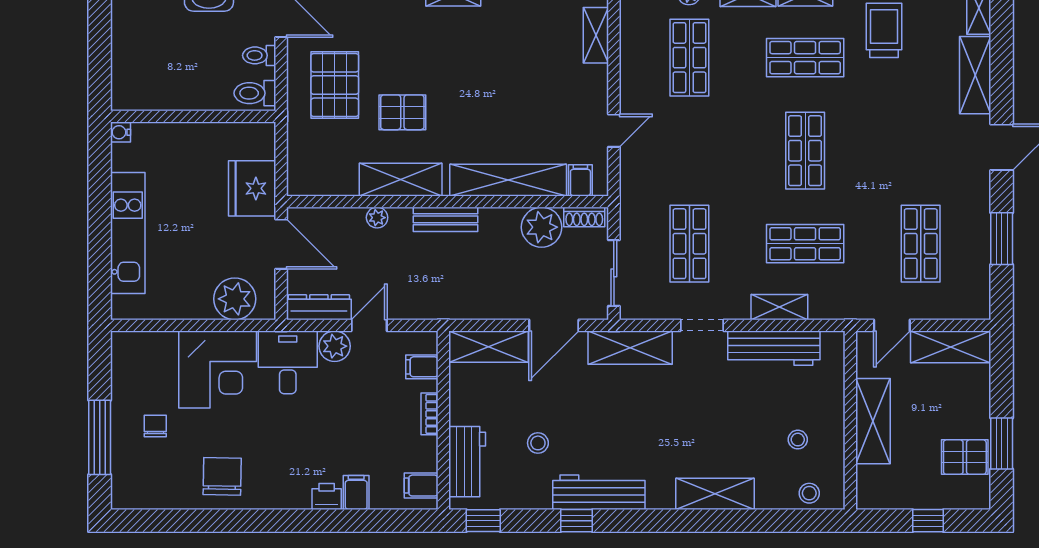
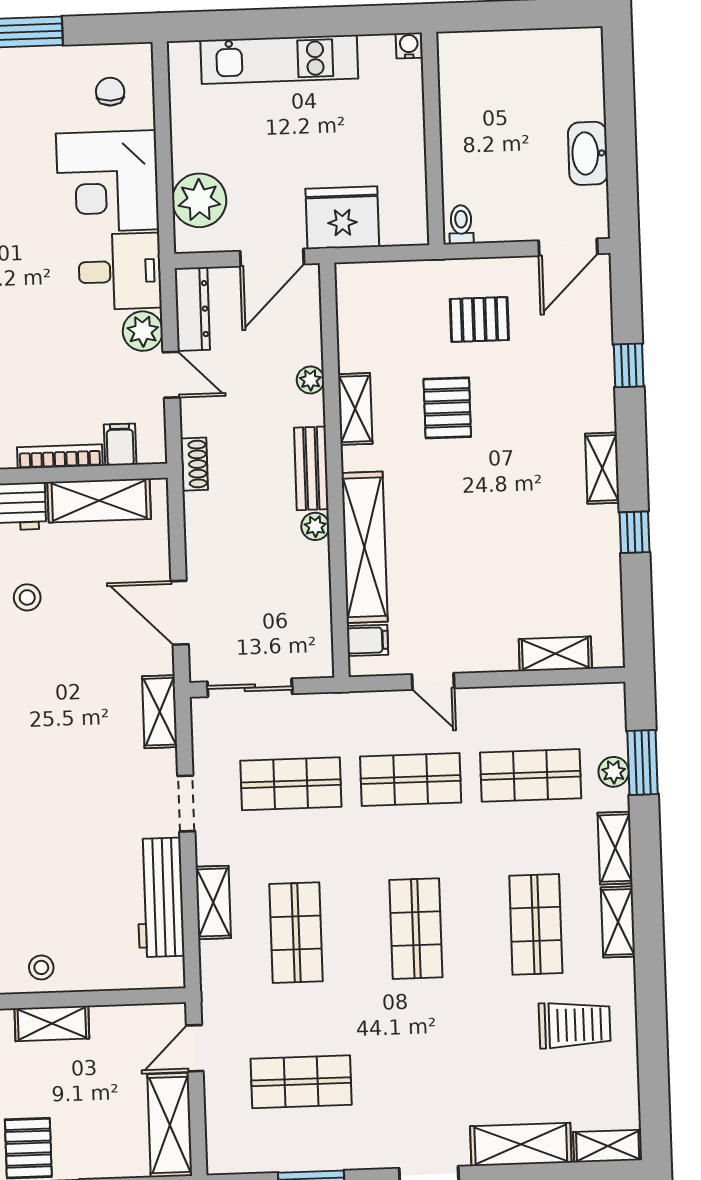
toilet: (259, 55) -> (514, 221), removed
pallet: (335, 85) -> (479, 319), width x0.67, depth x0.71
toilet: (255, 93) -> (461, 225), width x0.73, depth x0.72
shop shelf: (689, 151) -> (411, 780), added
shop shelf: (805, 151) -> (416, 929), turned 90
shelving: (401, 180) -> (355, 409), width x0.67, depth x0.75
shoe rack: (584, 217) -> (194, 464), moved, turned 180
plant: (542, 227) -> (315, 526), moved, width x0.53, depth x0.53
door: (892, 325) -> (195, 1048), hinge flipped
shelving: (489, 347) -> (99, 501), moved, turned 90
shelving: (630, 348) -> (160, 712), width x0.67, depth x0.75
bookcase: (430, 414) -> (60, 456), width x1.56
shelving: (873, 421) -> (52, 1023), width x0.67, depth x0.75
chair: (155, 426) -> (110, 92), moved, turned -90
stool: (798, 440) -> (41, 967), moved

